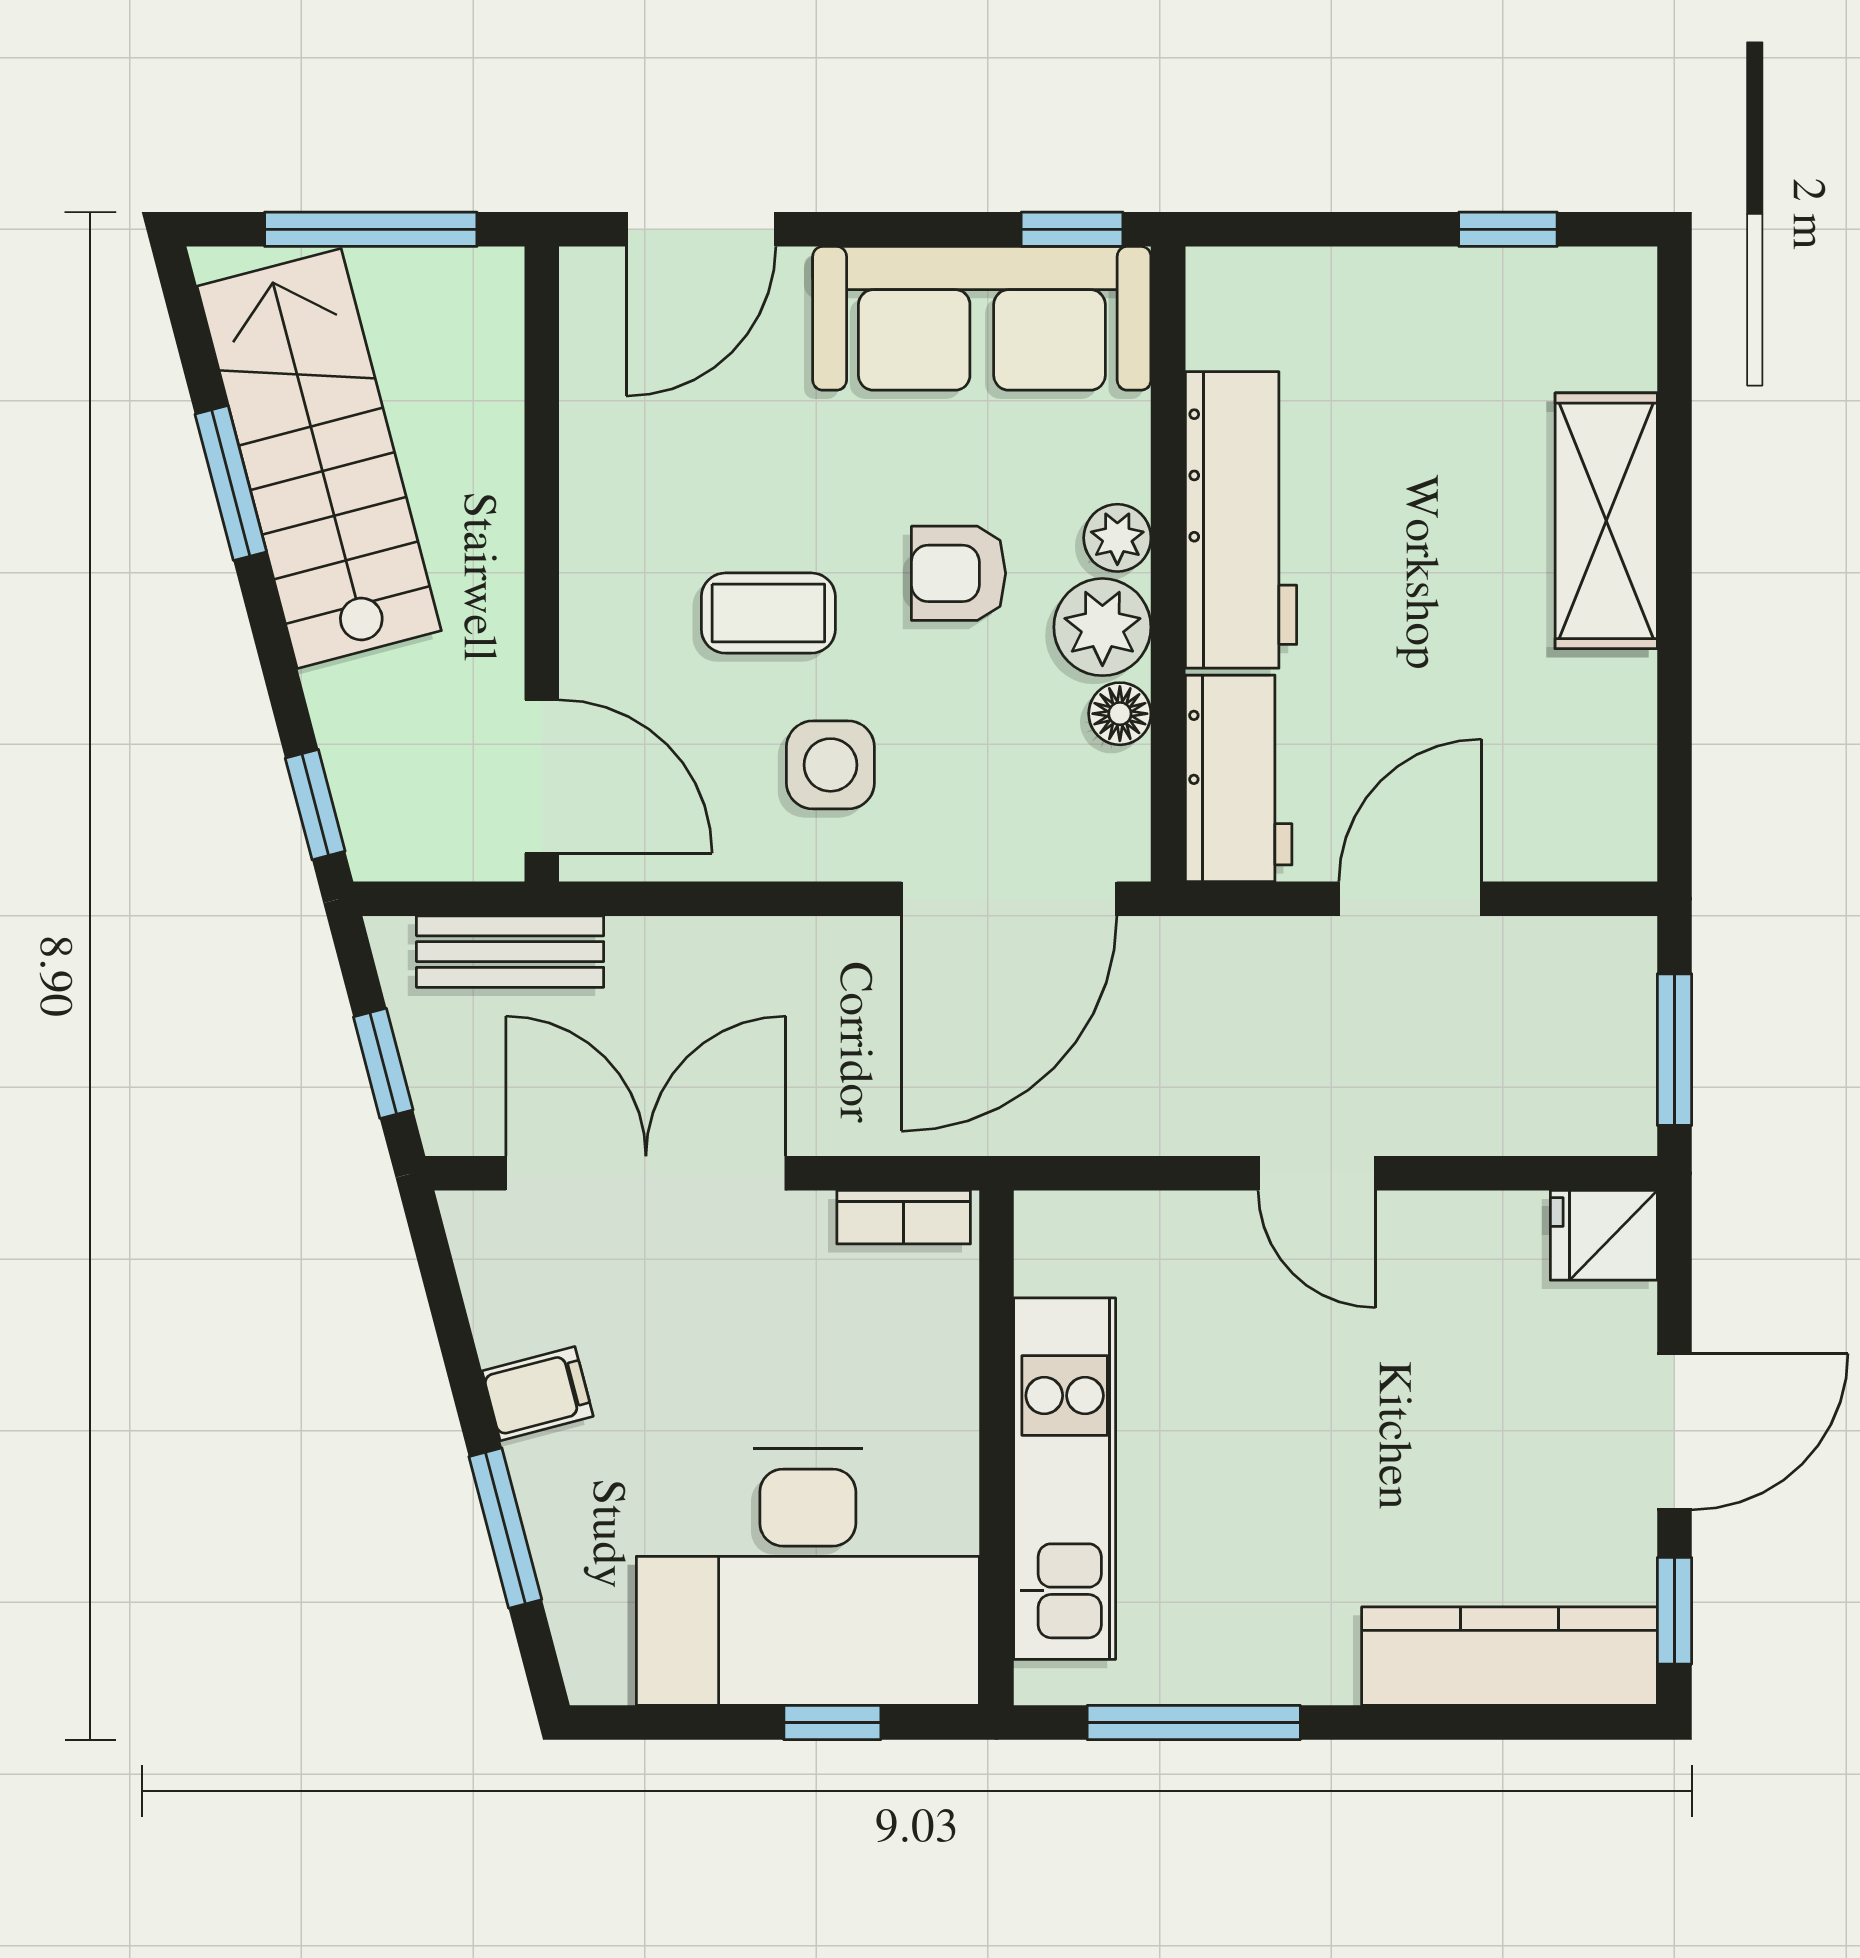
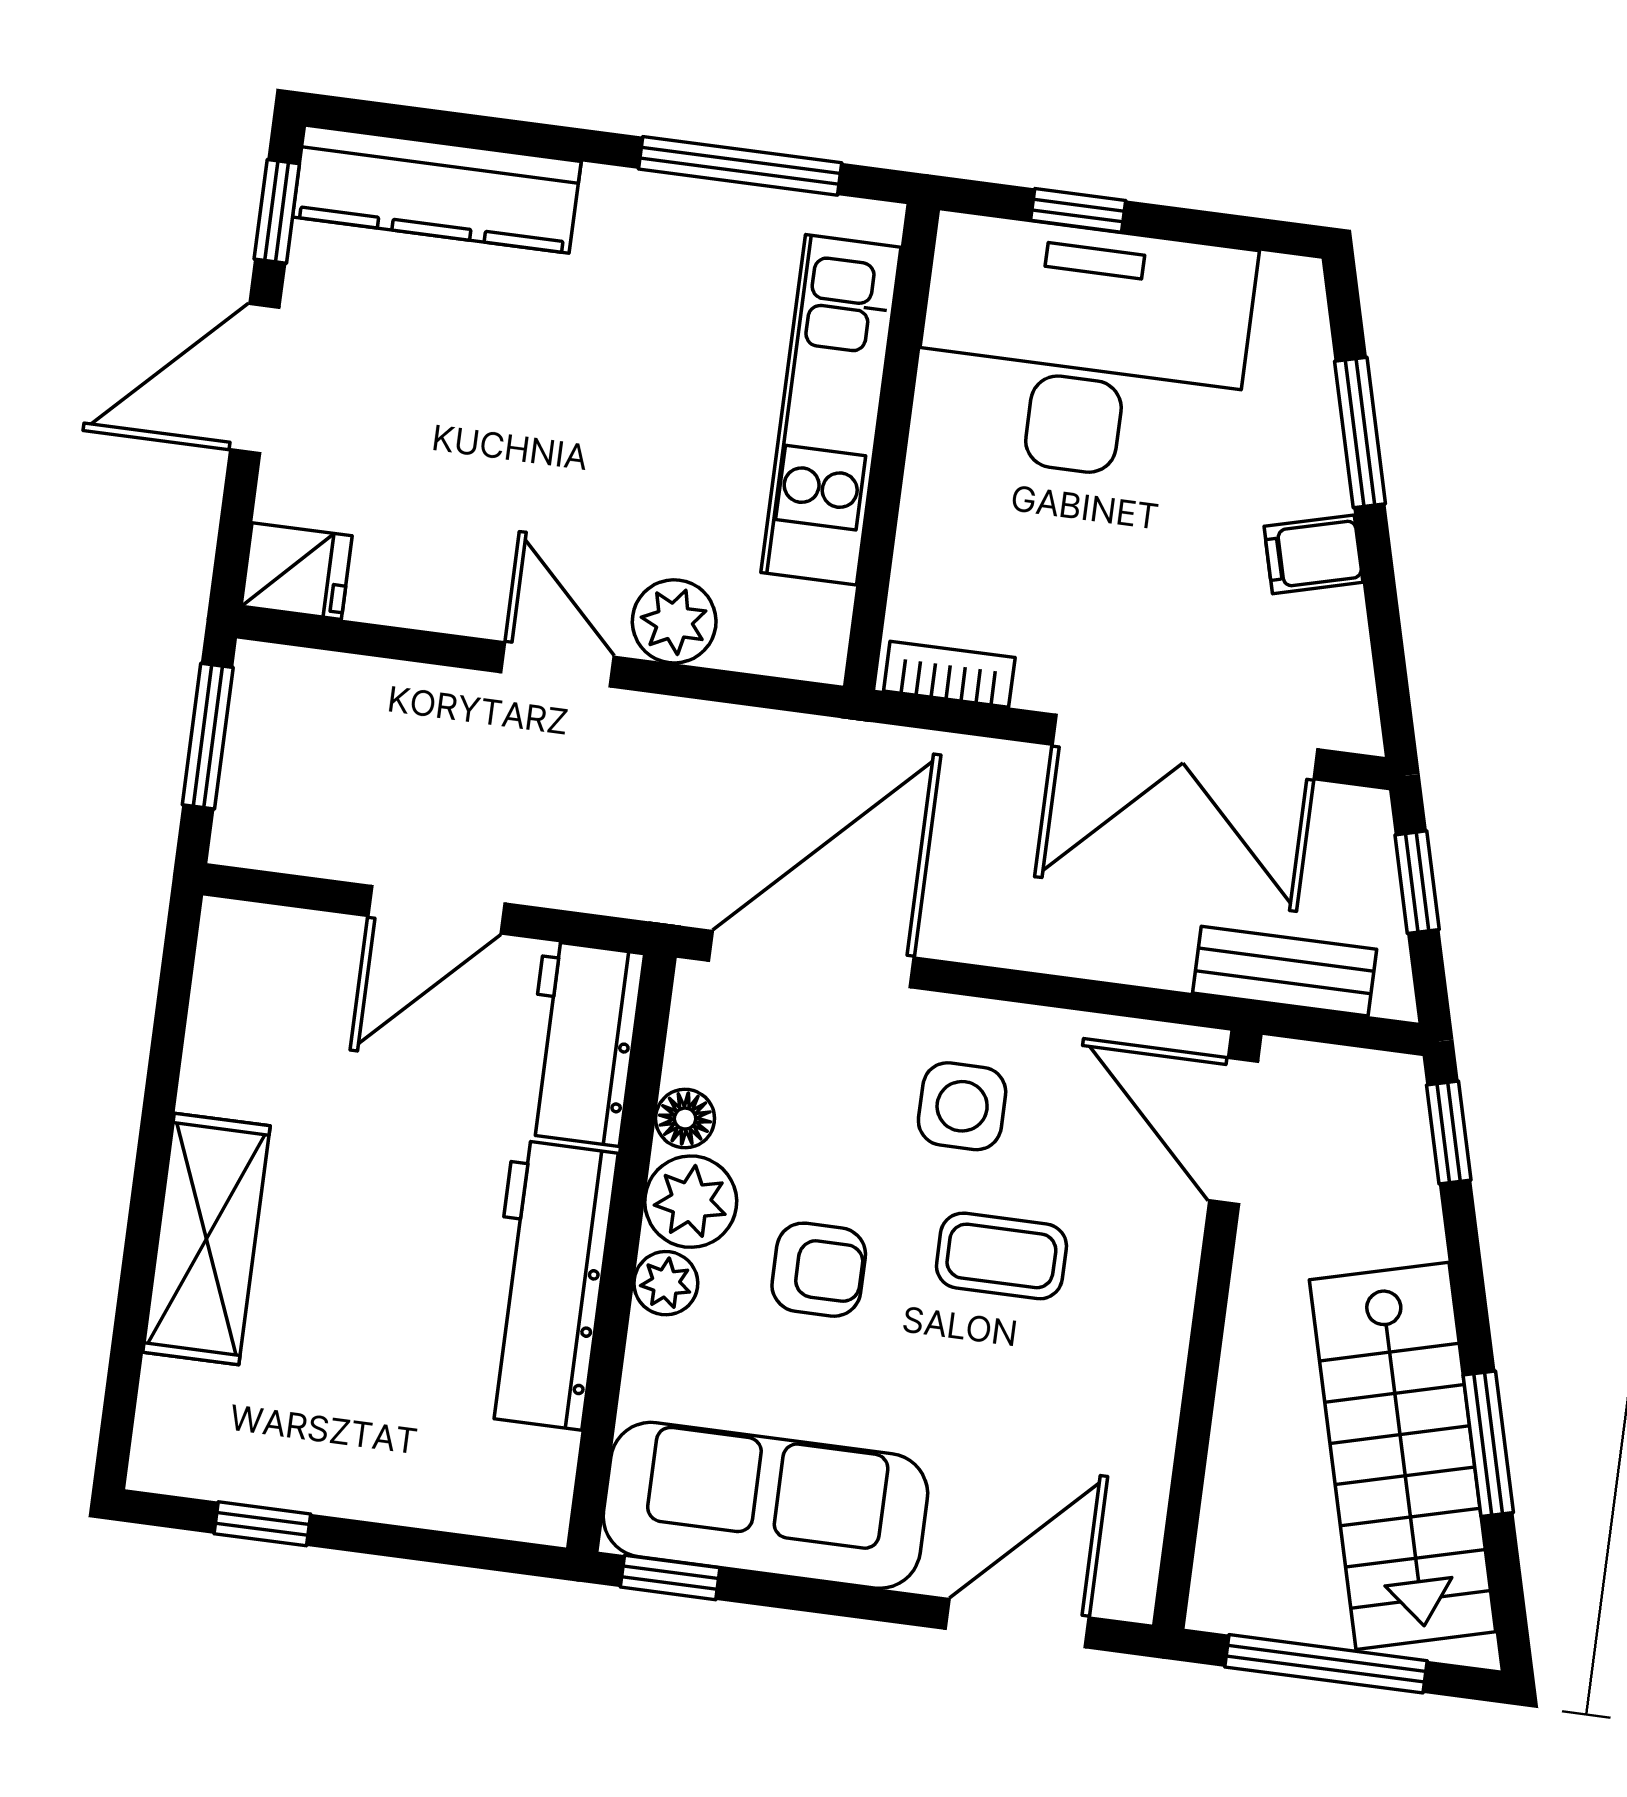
plant: (1200, 1235) -> (674, 621), added

